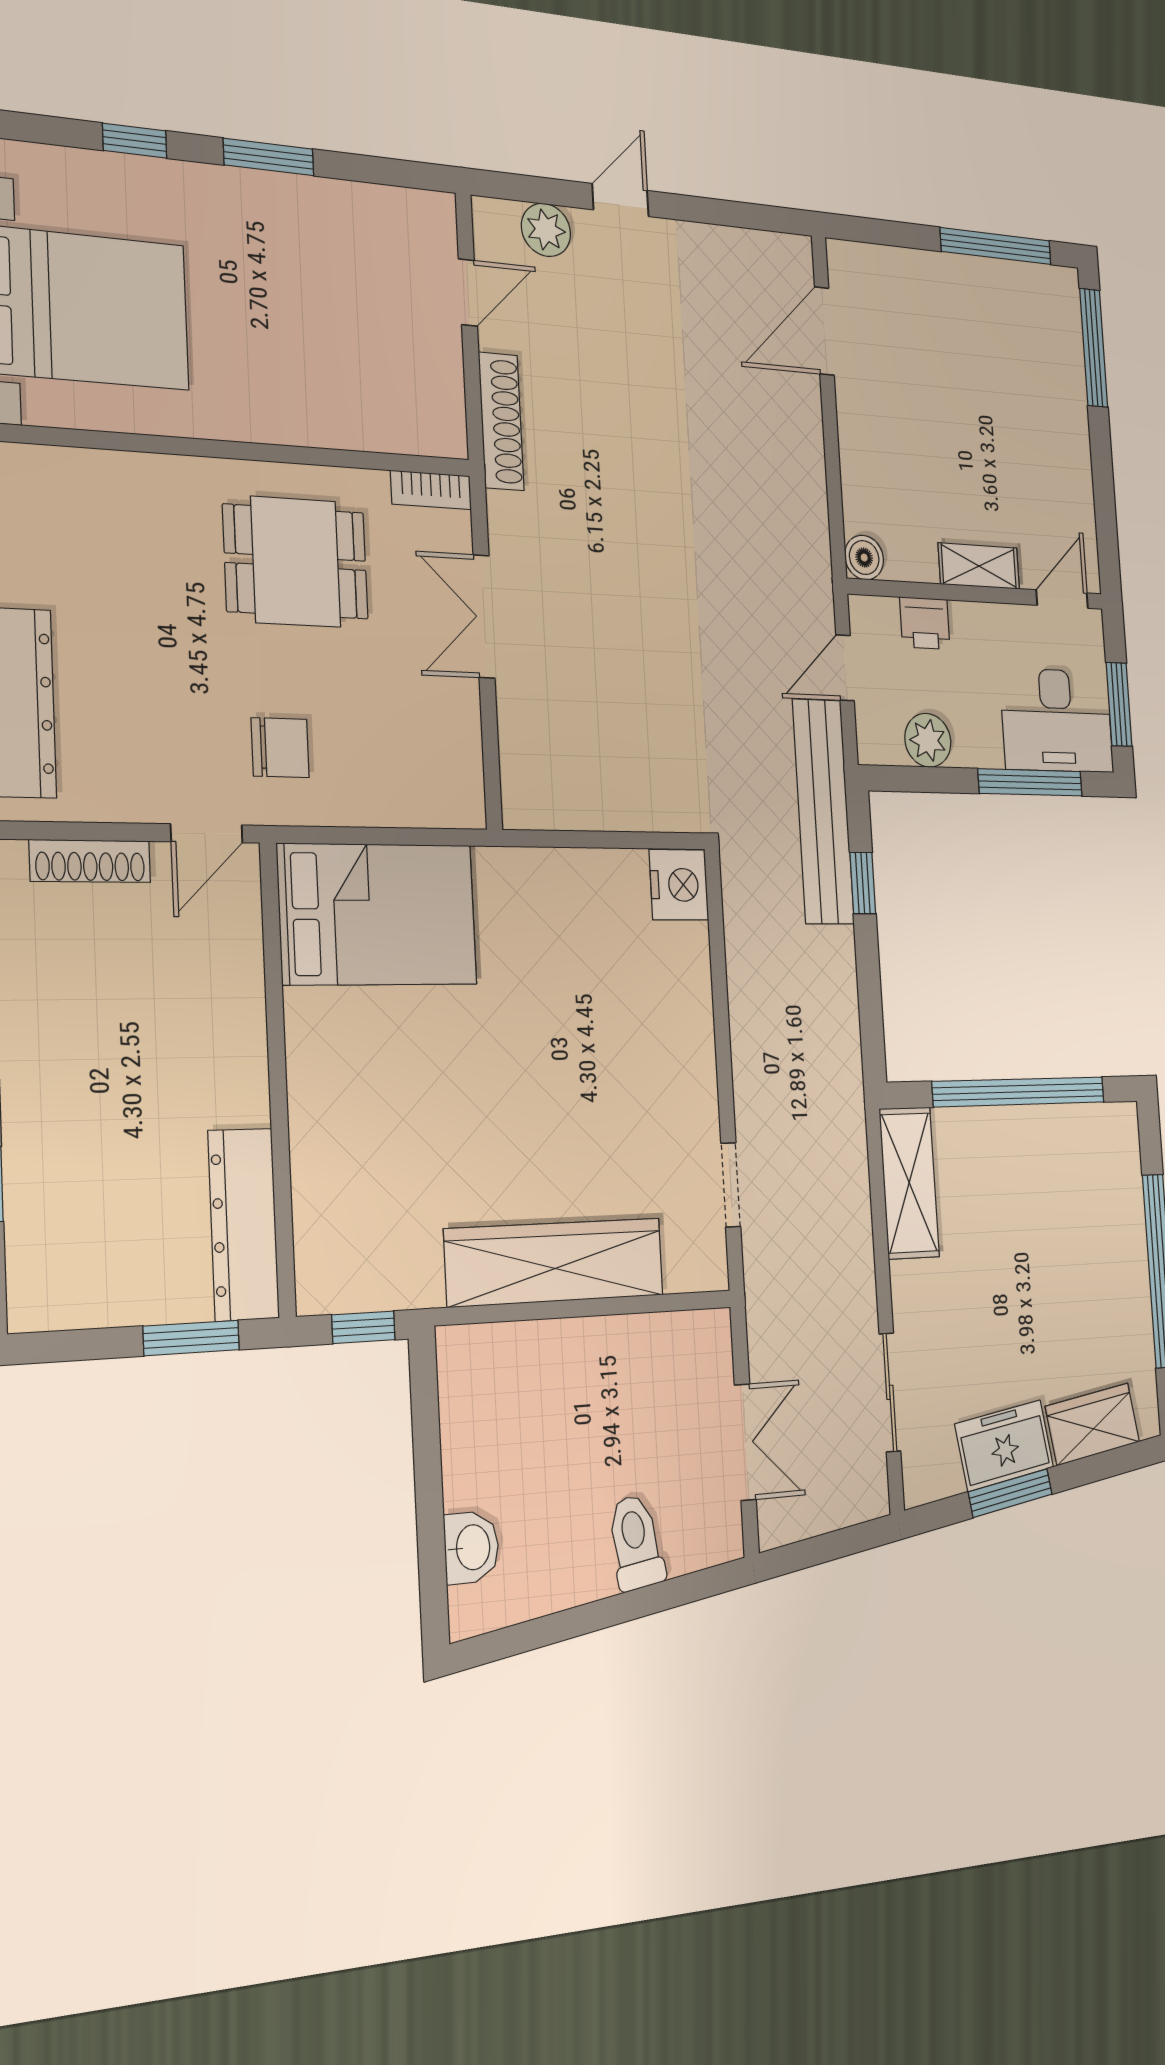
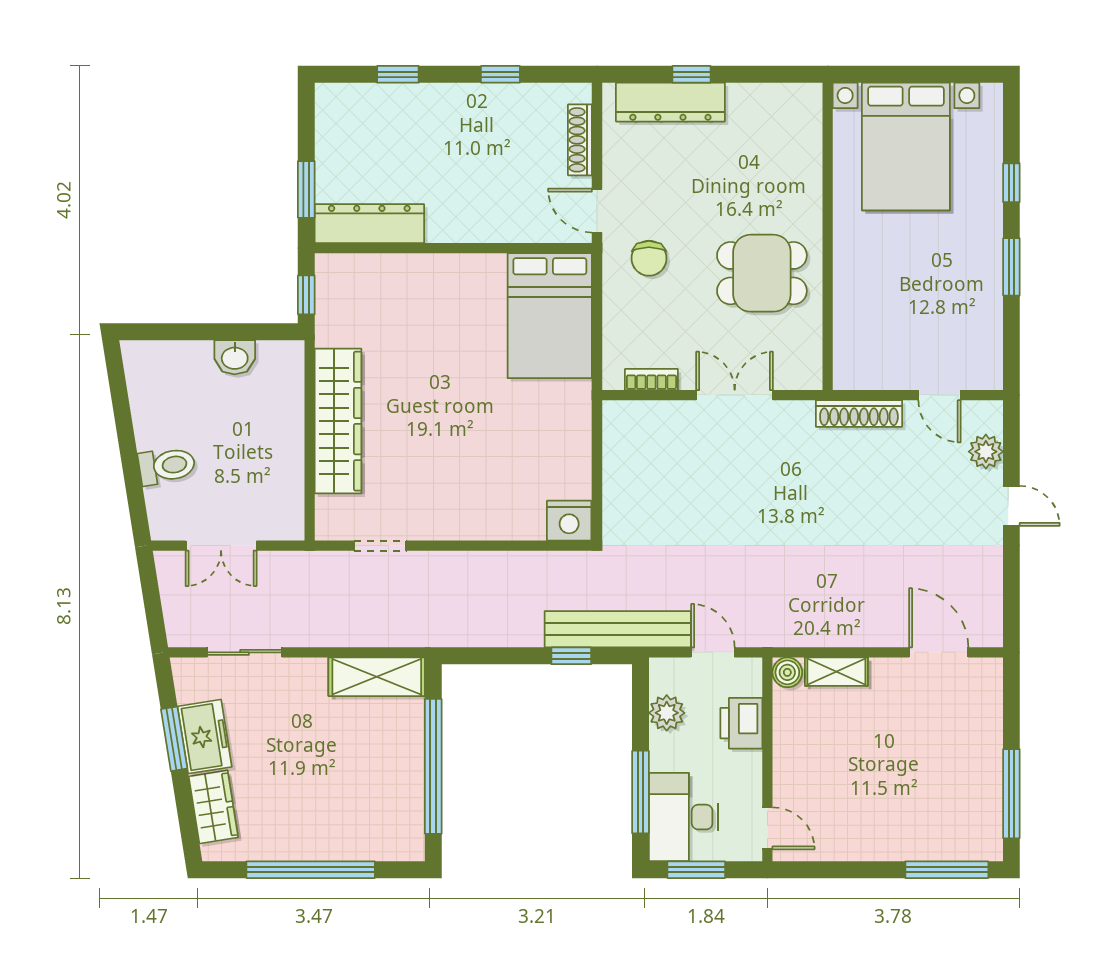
bookcase: (431, 490) -> (651, 380), moved, turned 90
dining table: (296, 562) -> (762, 273), turned 90
shelving: (979, 566) -> (836, 672), moved, turned 90
printer: (925, 623) -> (741, 723), width x1.36, depth x1.24
washbasin: (471, 1547) -> (235, 357), moved

